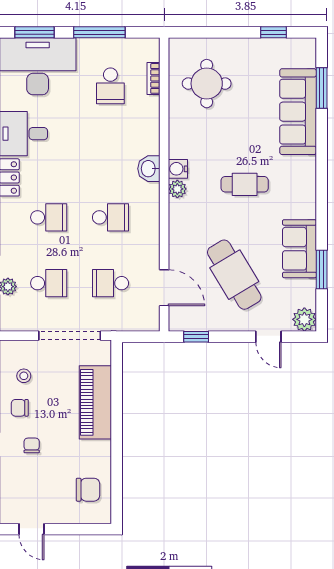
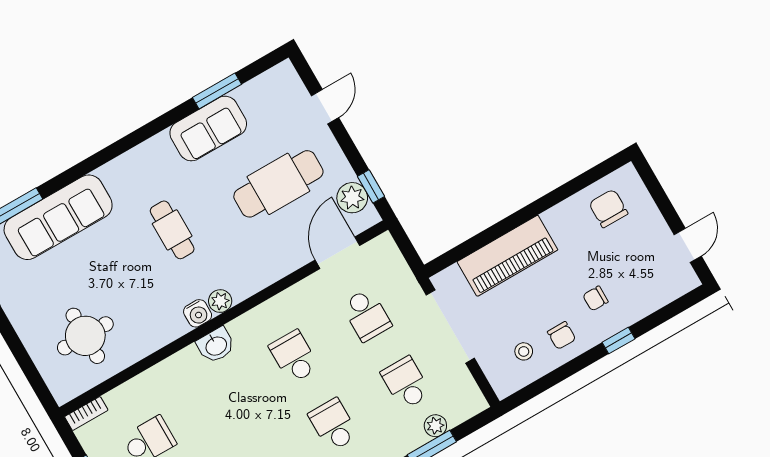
bookcase: (153, 78) -> (86, 413), moved
cafe table: (234, 275) -> (278, 184), turned 31
plant: (304, 319) -> (352, 198), moved

